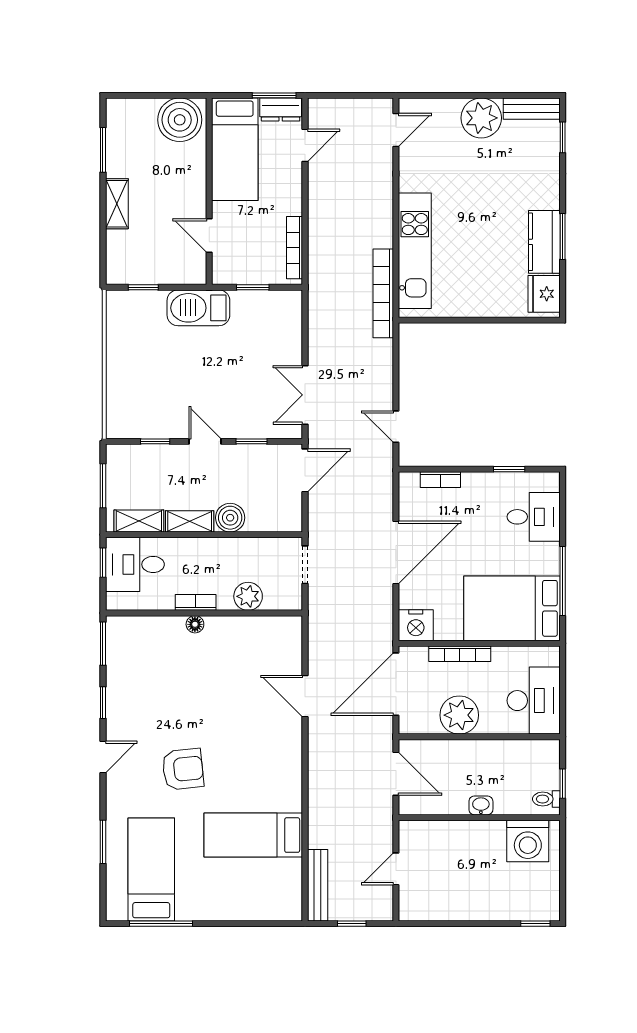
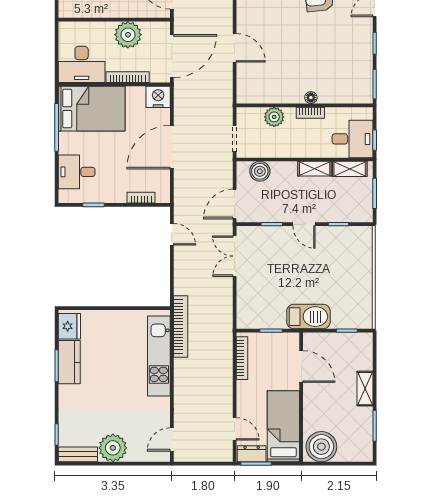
door: (305, 145) -> (235, 429), swing flipped
door: (209, 236) -> (301, 367), width x1.38
double door: (305, 395) -> (235, 256), swing flipped
boiler: (230, 518) -> (260, 171), moved
desk: (534, 701) -> (82, 64), moved, turned -90

